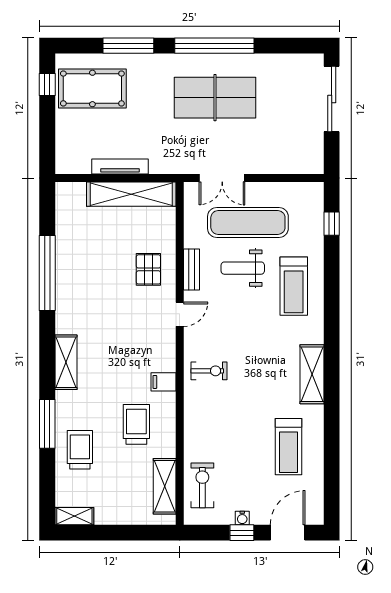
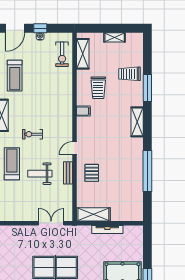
shelving: (131, 194) -> (93, 214), width x0.68
exercise mat: (248, 222) -> (37, 199), removed
weight bench: (243, 268) -> (40, 174), turned 180
exercise bike: (209, 371) -> (32, 134), moved
treadmill: (289, 447) -> (15, 76), turned 180
trolley: (80, 450) -> (129, 74), turned 90
shelving: (74, 516) -> (115, 37), moved

